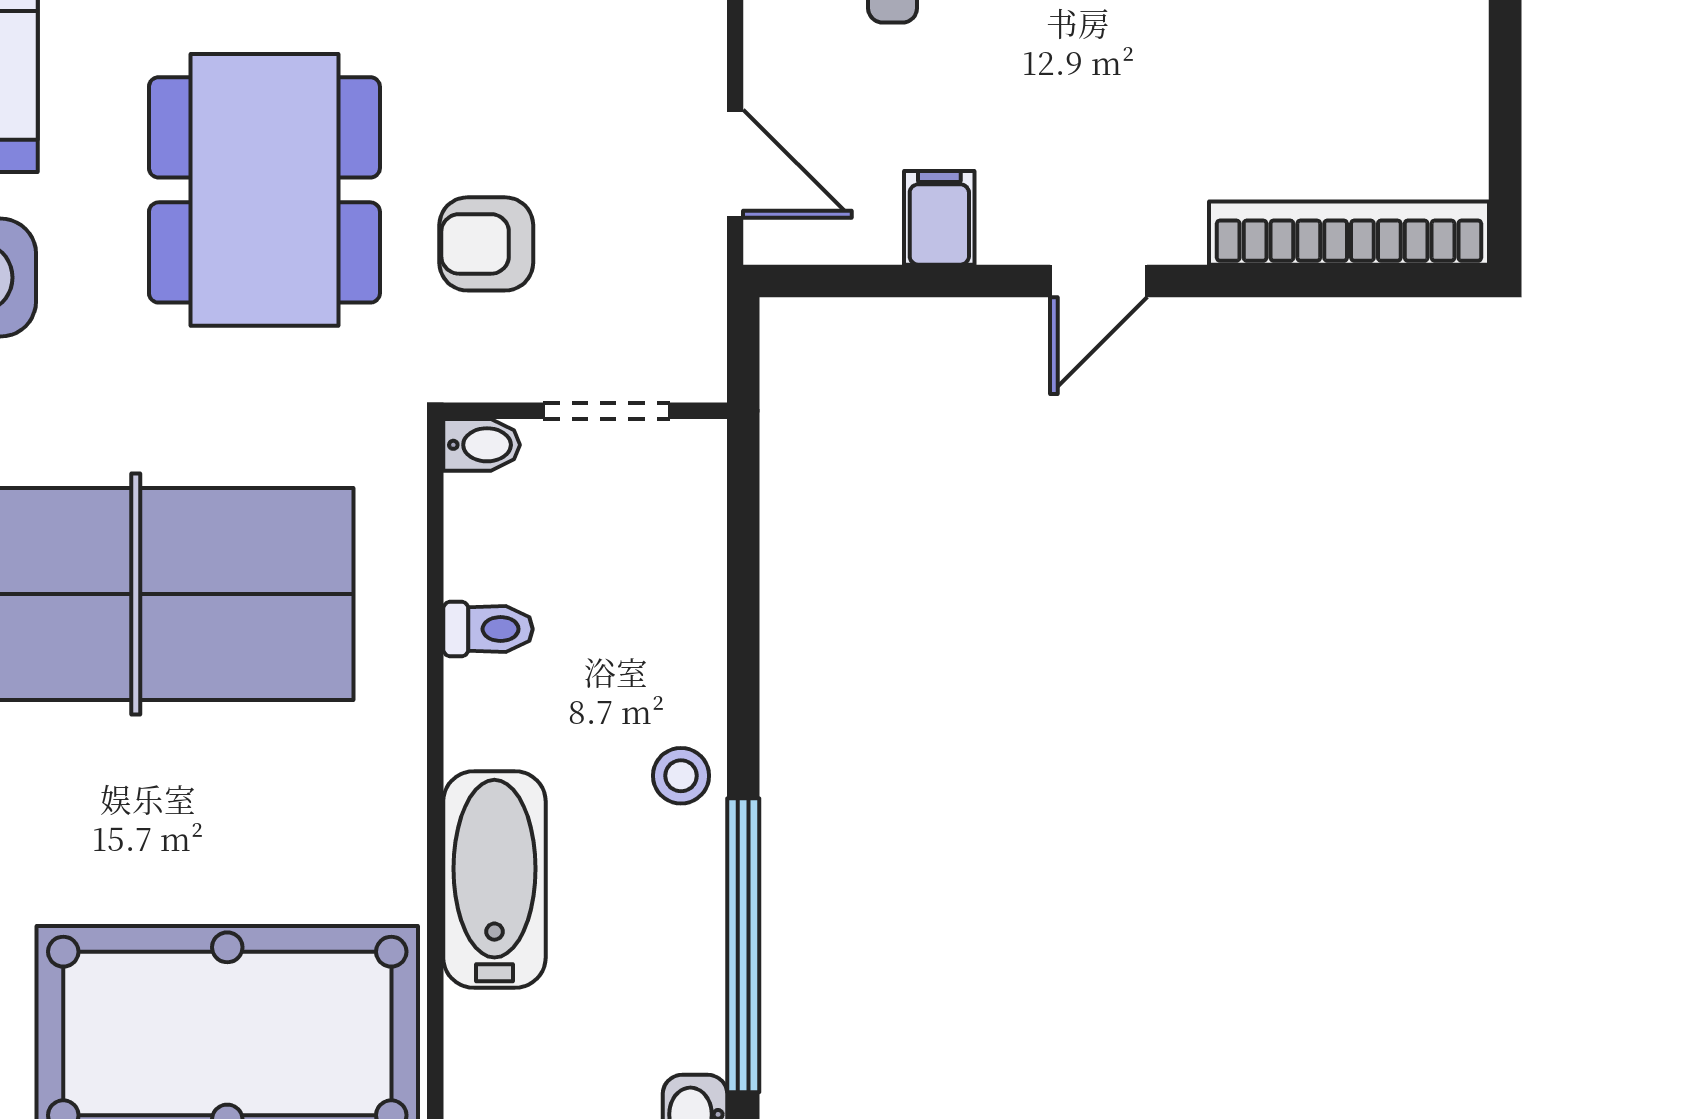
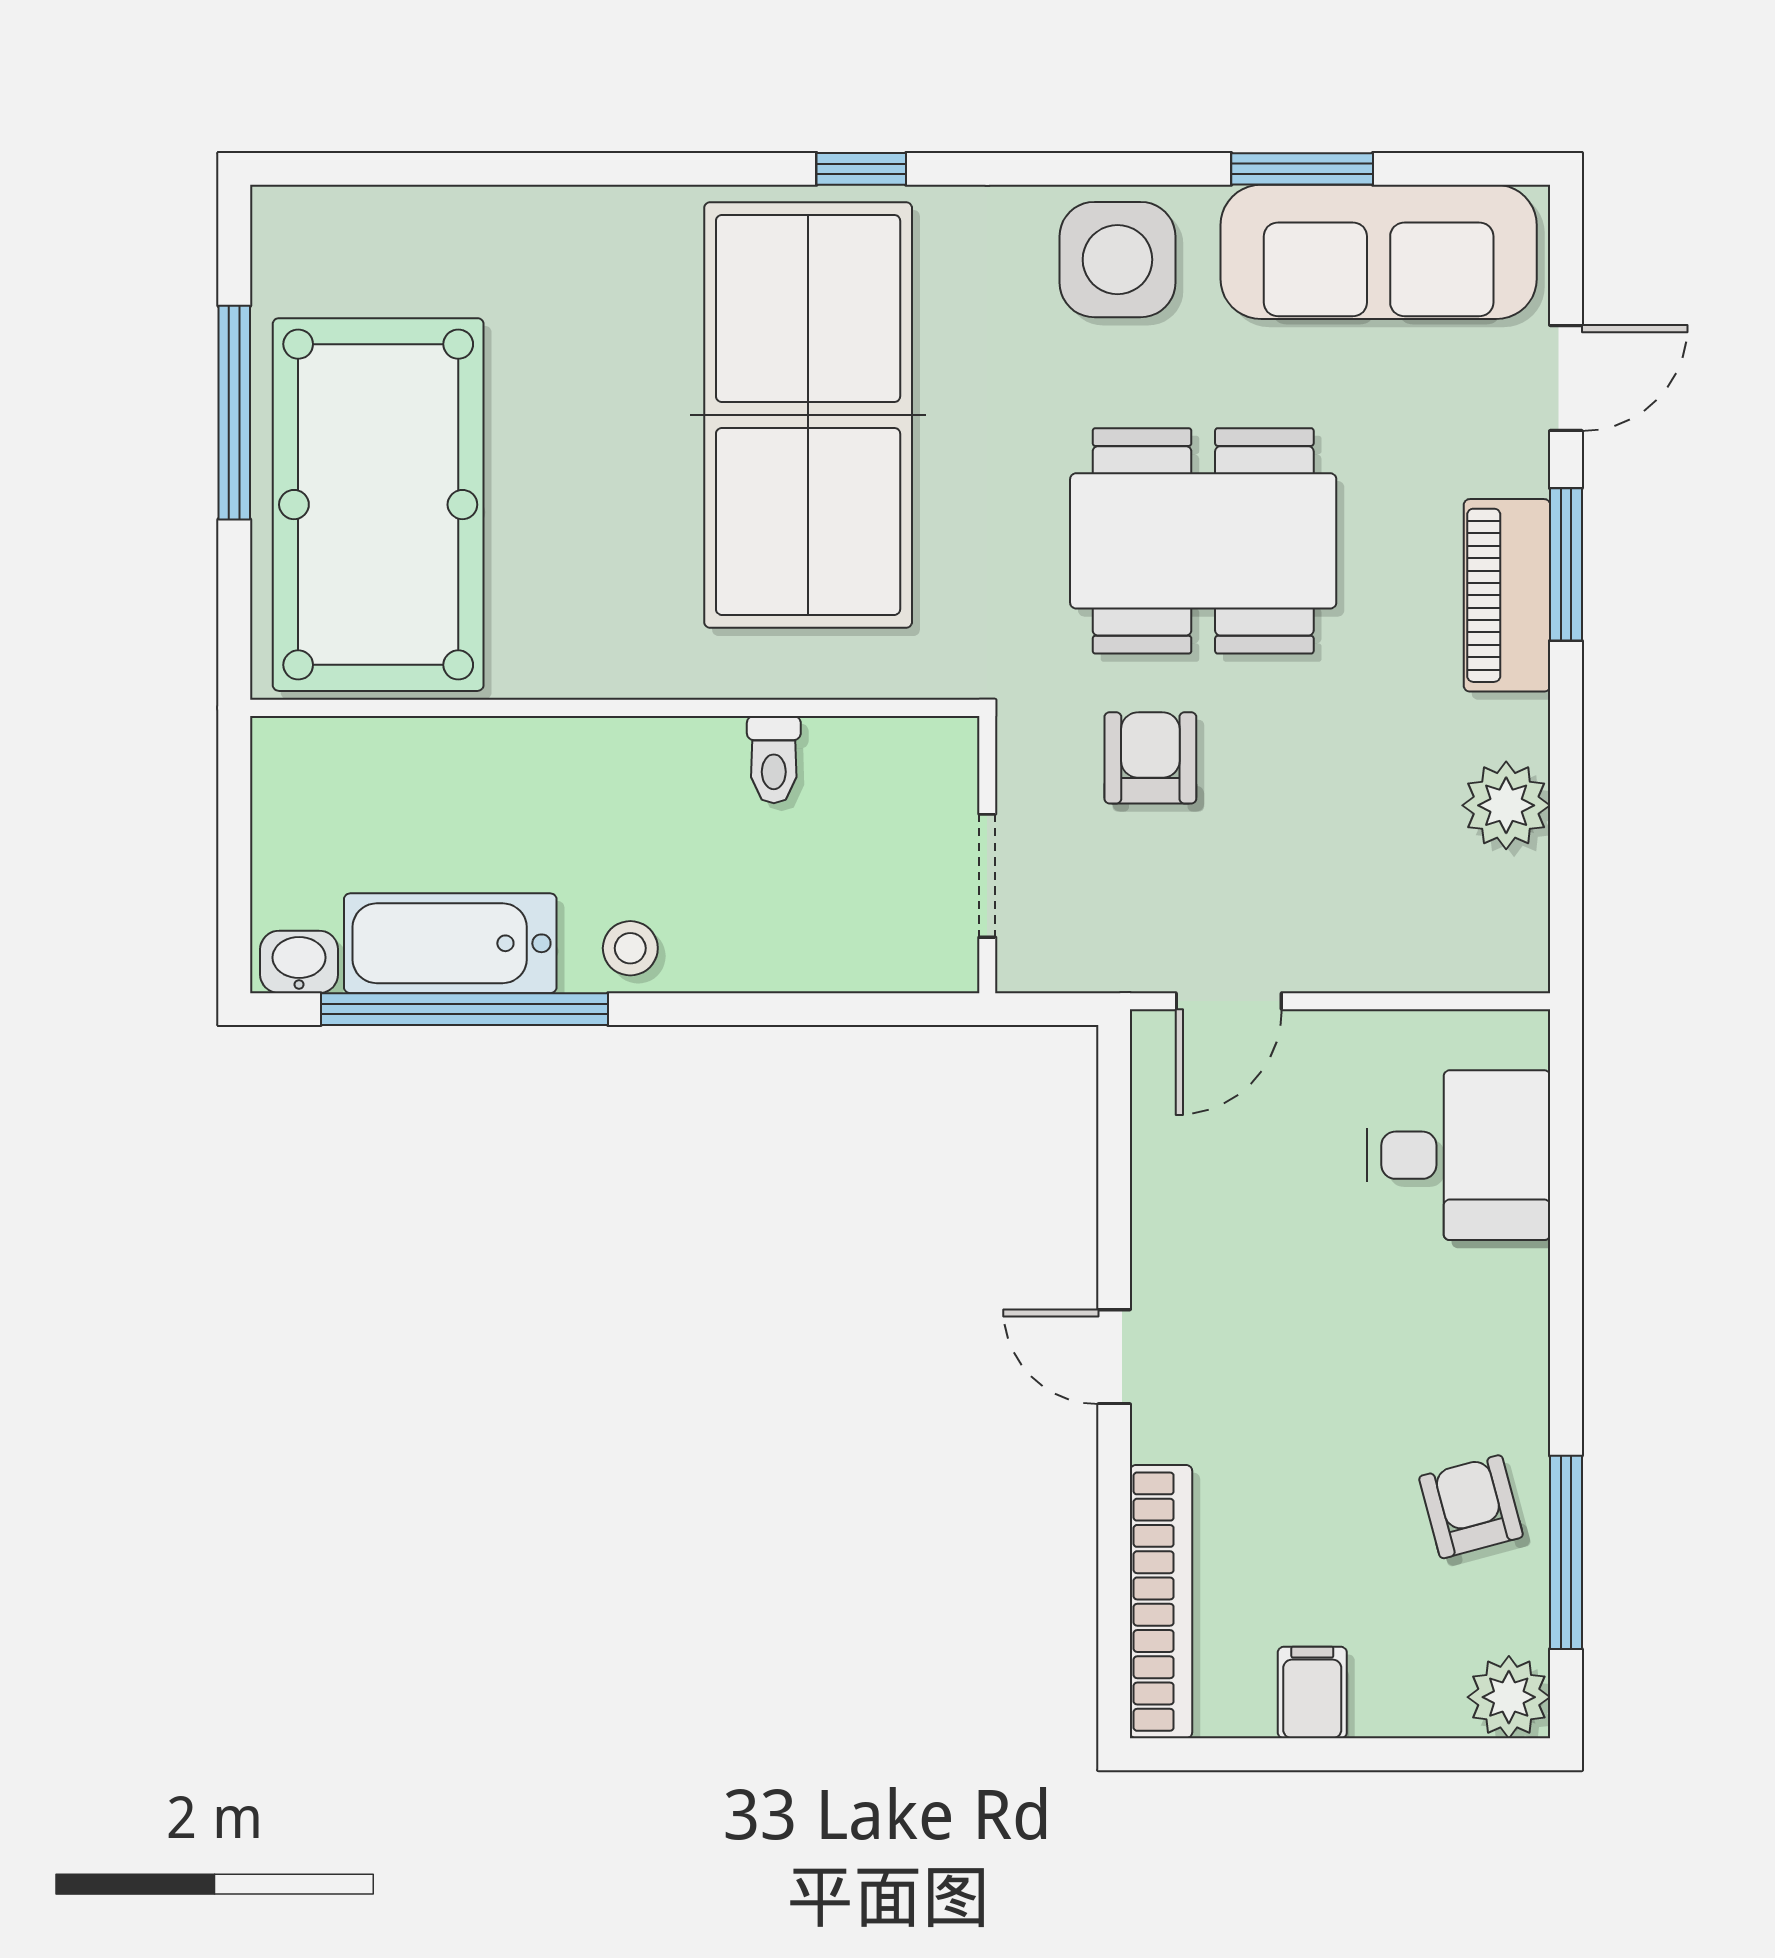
filing cabinet: (939, 218) -> (1312, 1692), moved, turned -90
bidet: (482, 445) -> (954, 753), removed
bathtub: (494, 880) -> (450, 943), moved, turned 180

